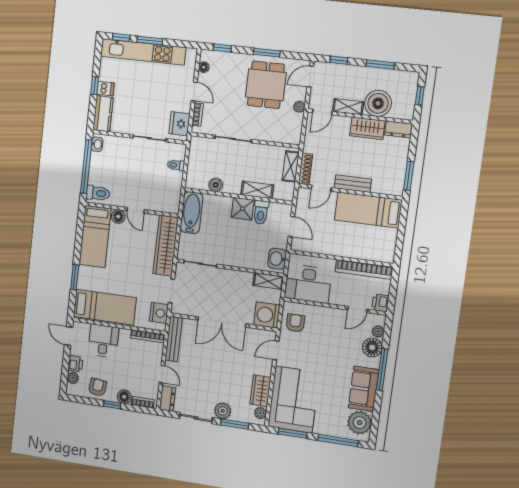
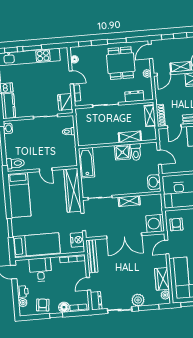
dresser: (275, 135) -> (134, 96), added
boiler: (216, 185) -> (100, 139), removed
floor lamp: (118, 217) -> (34, 177), removed
shelving: (268, 281) -> (129, 201), moved
door: (162, 374) -> (88, 284), swing flipped

